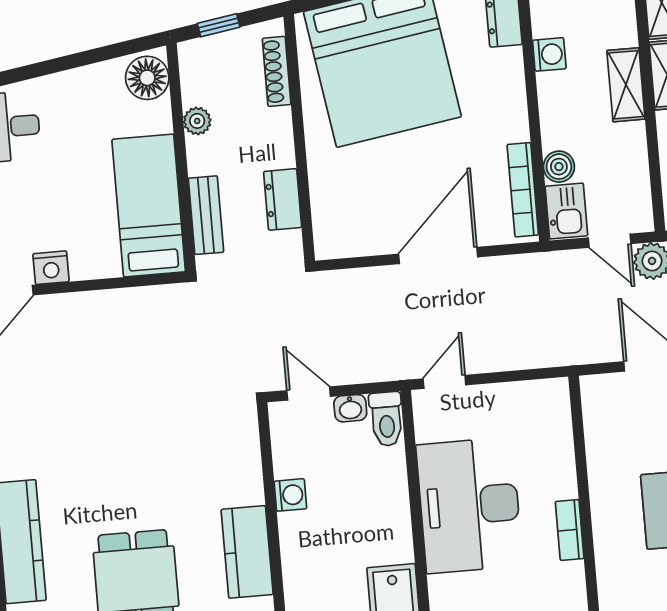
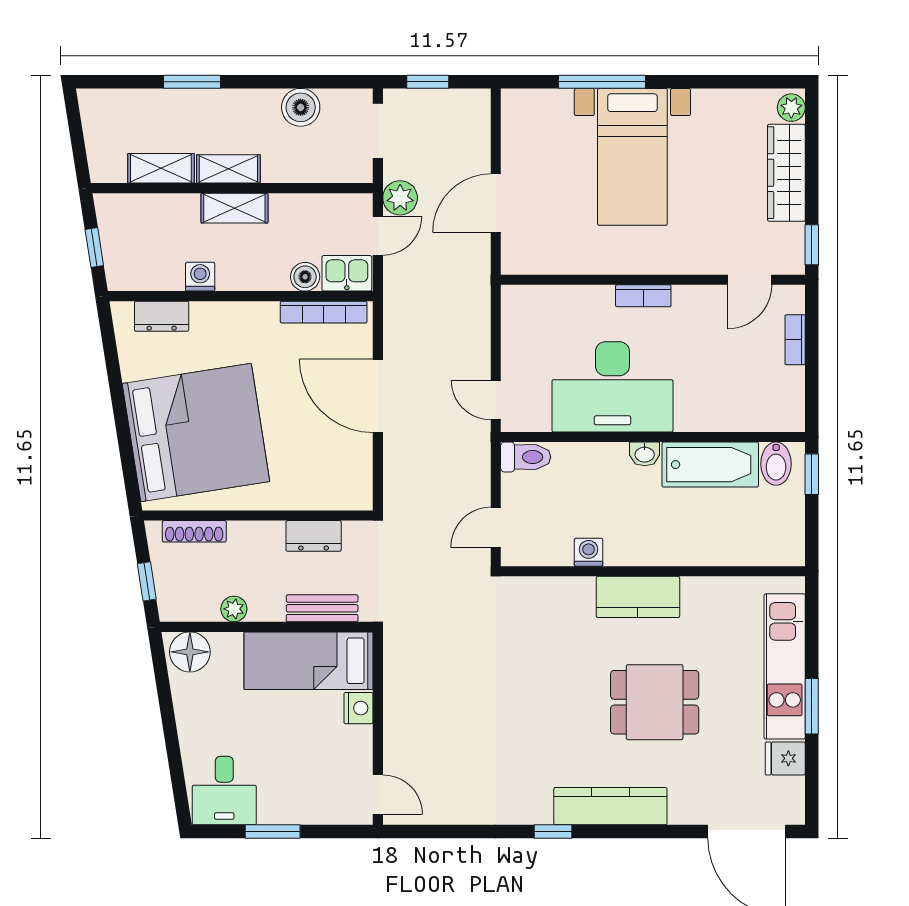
nightstand: (51, 268) -> (359, 708), moved
washbasin: (350, 408) -> (645, 454), moved, turned 90

